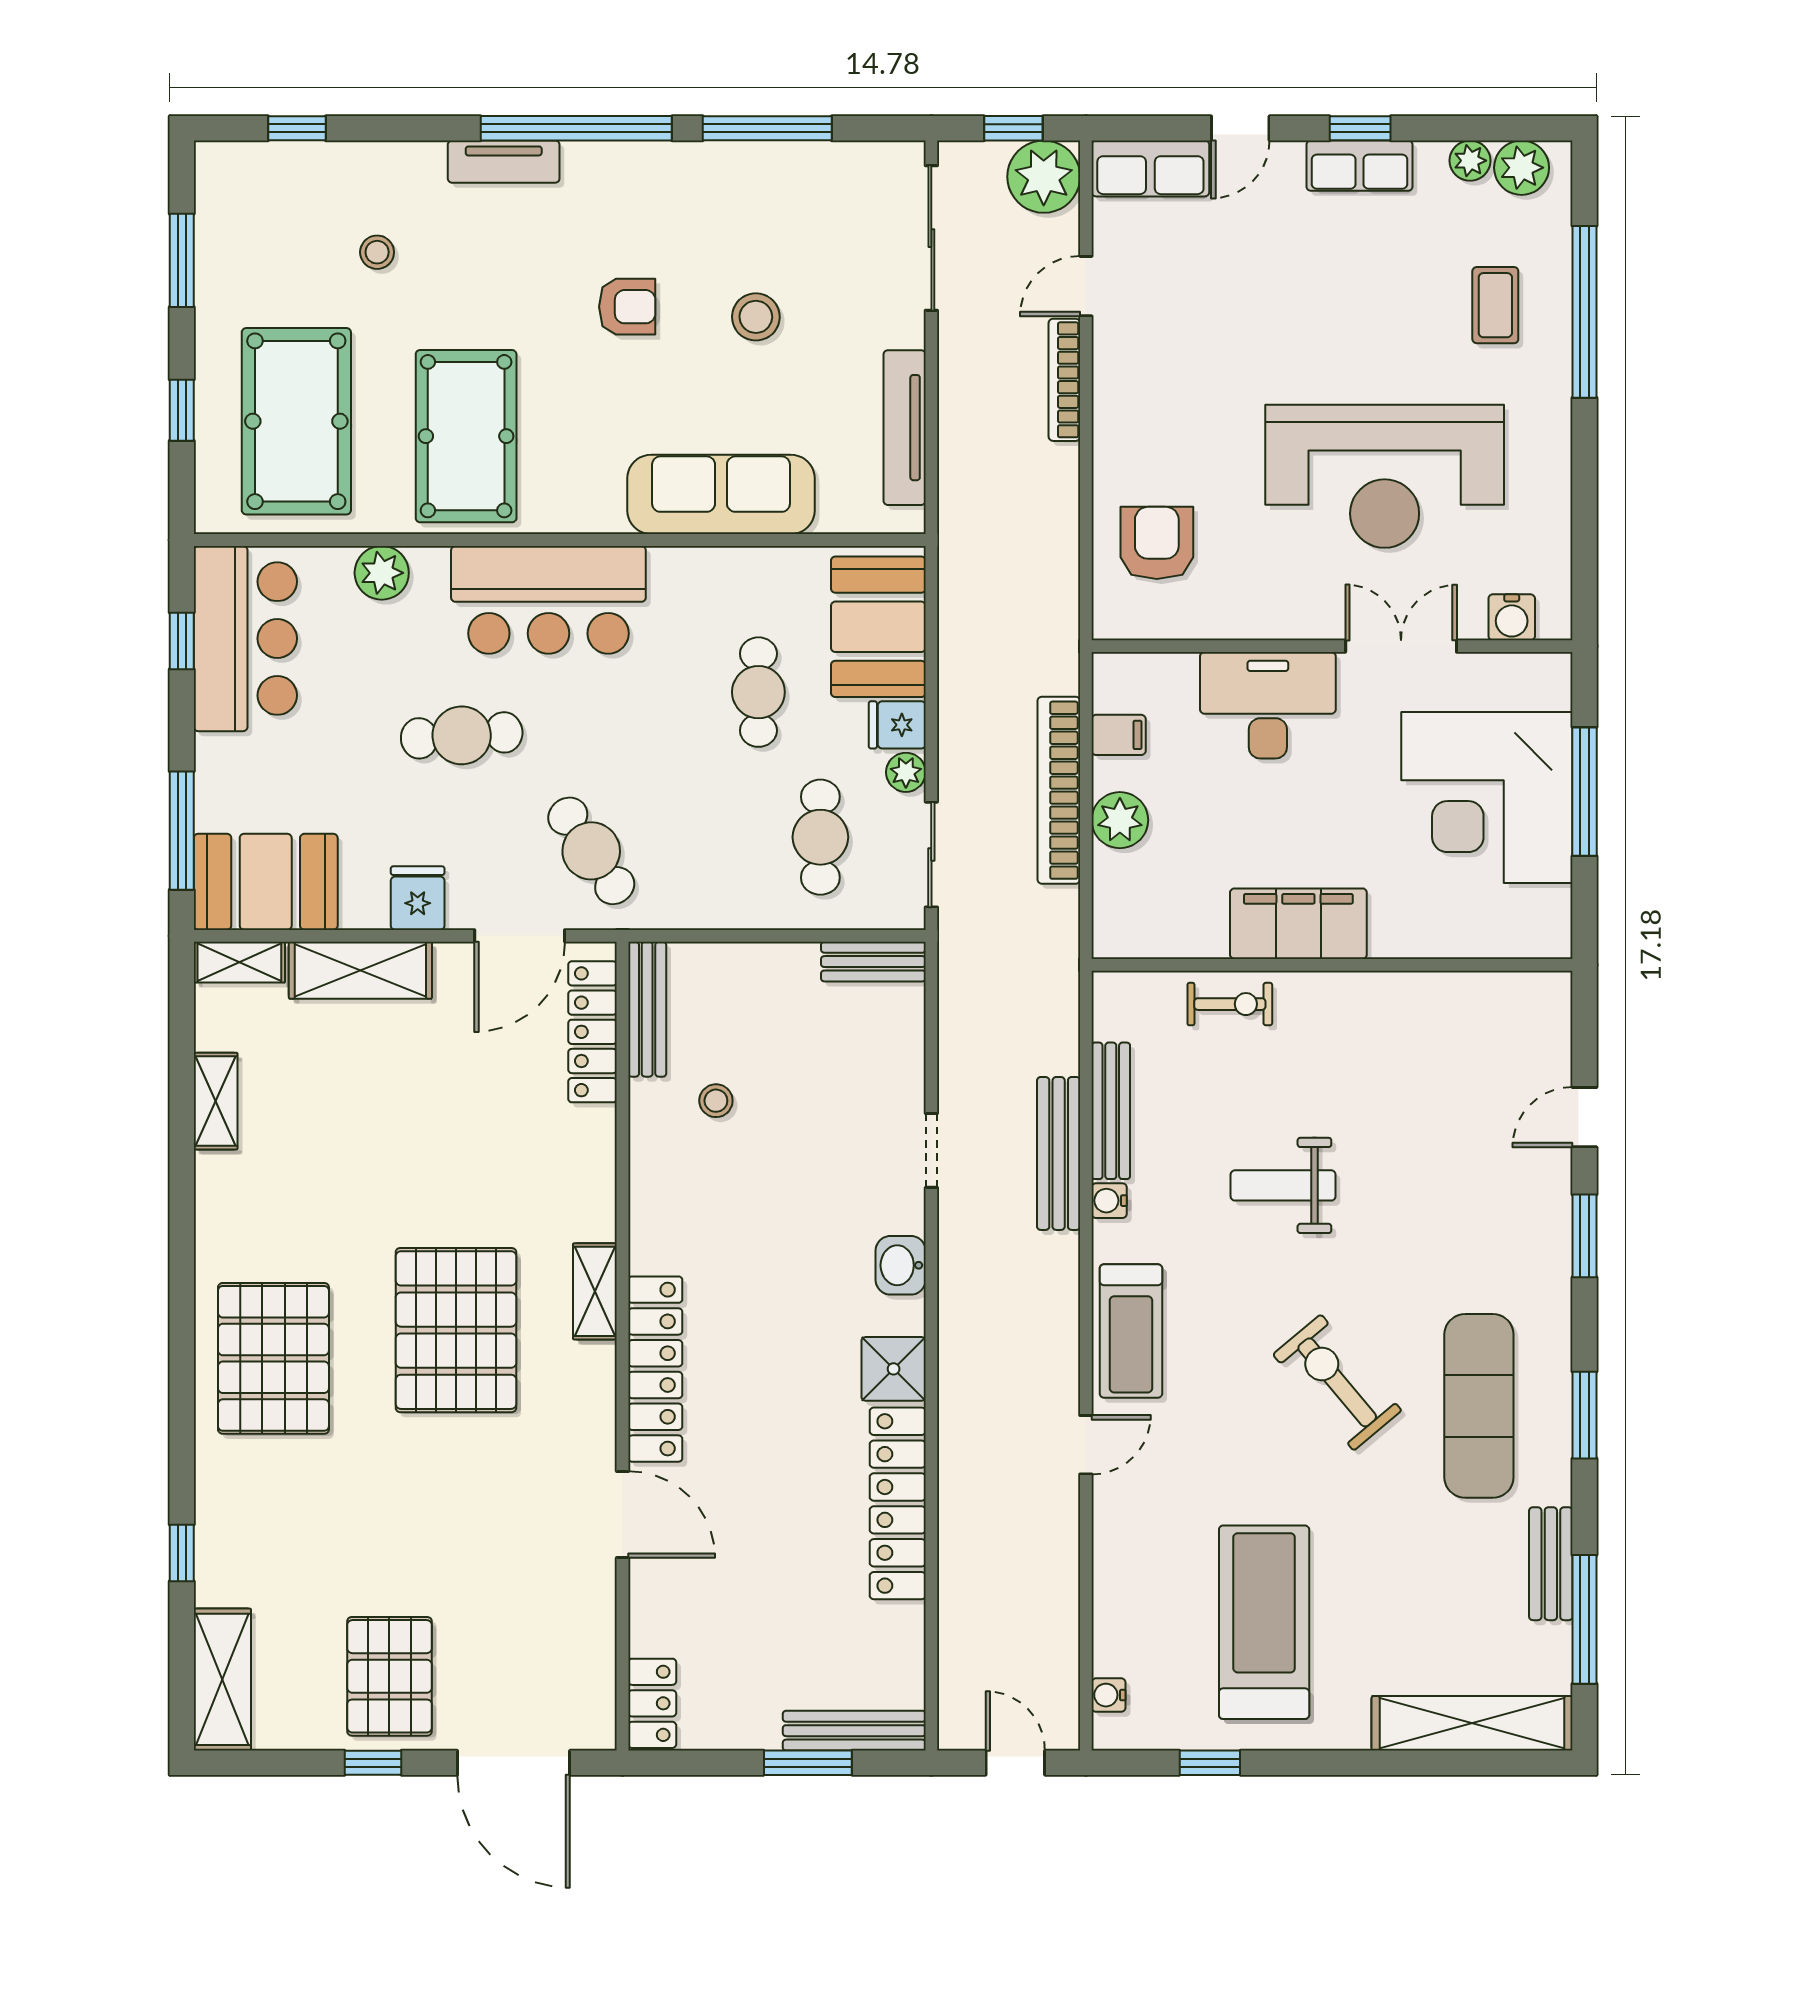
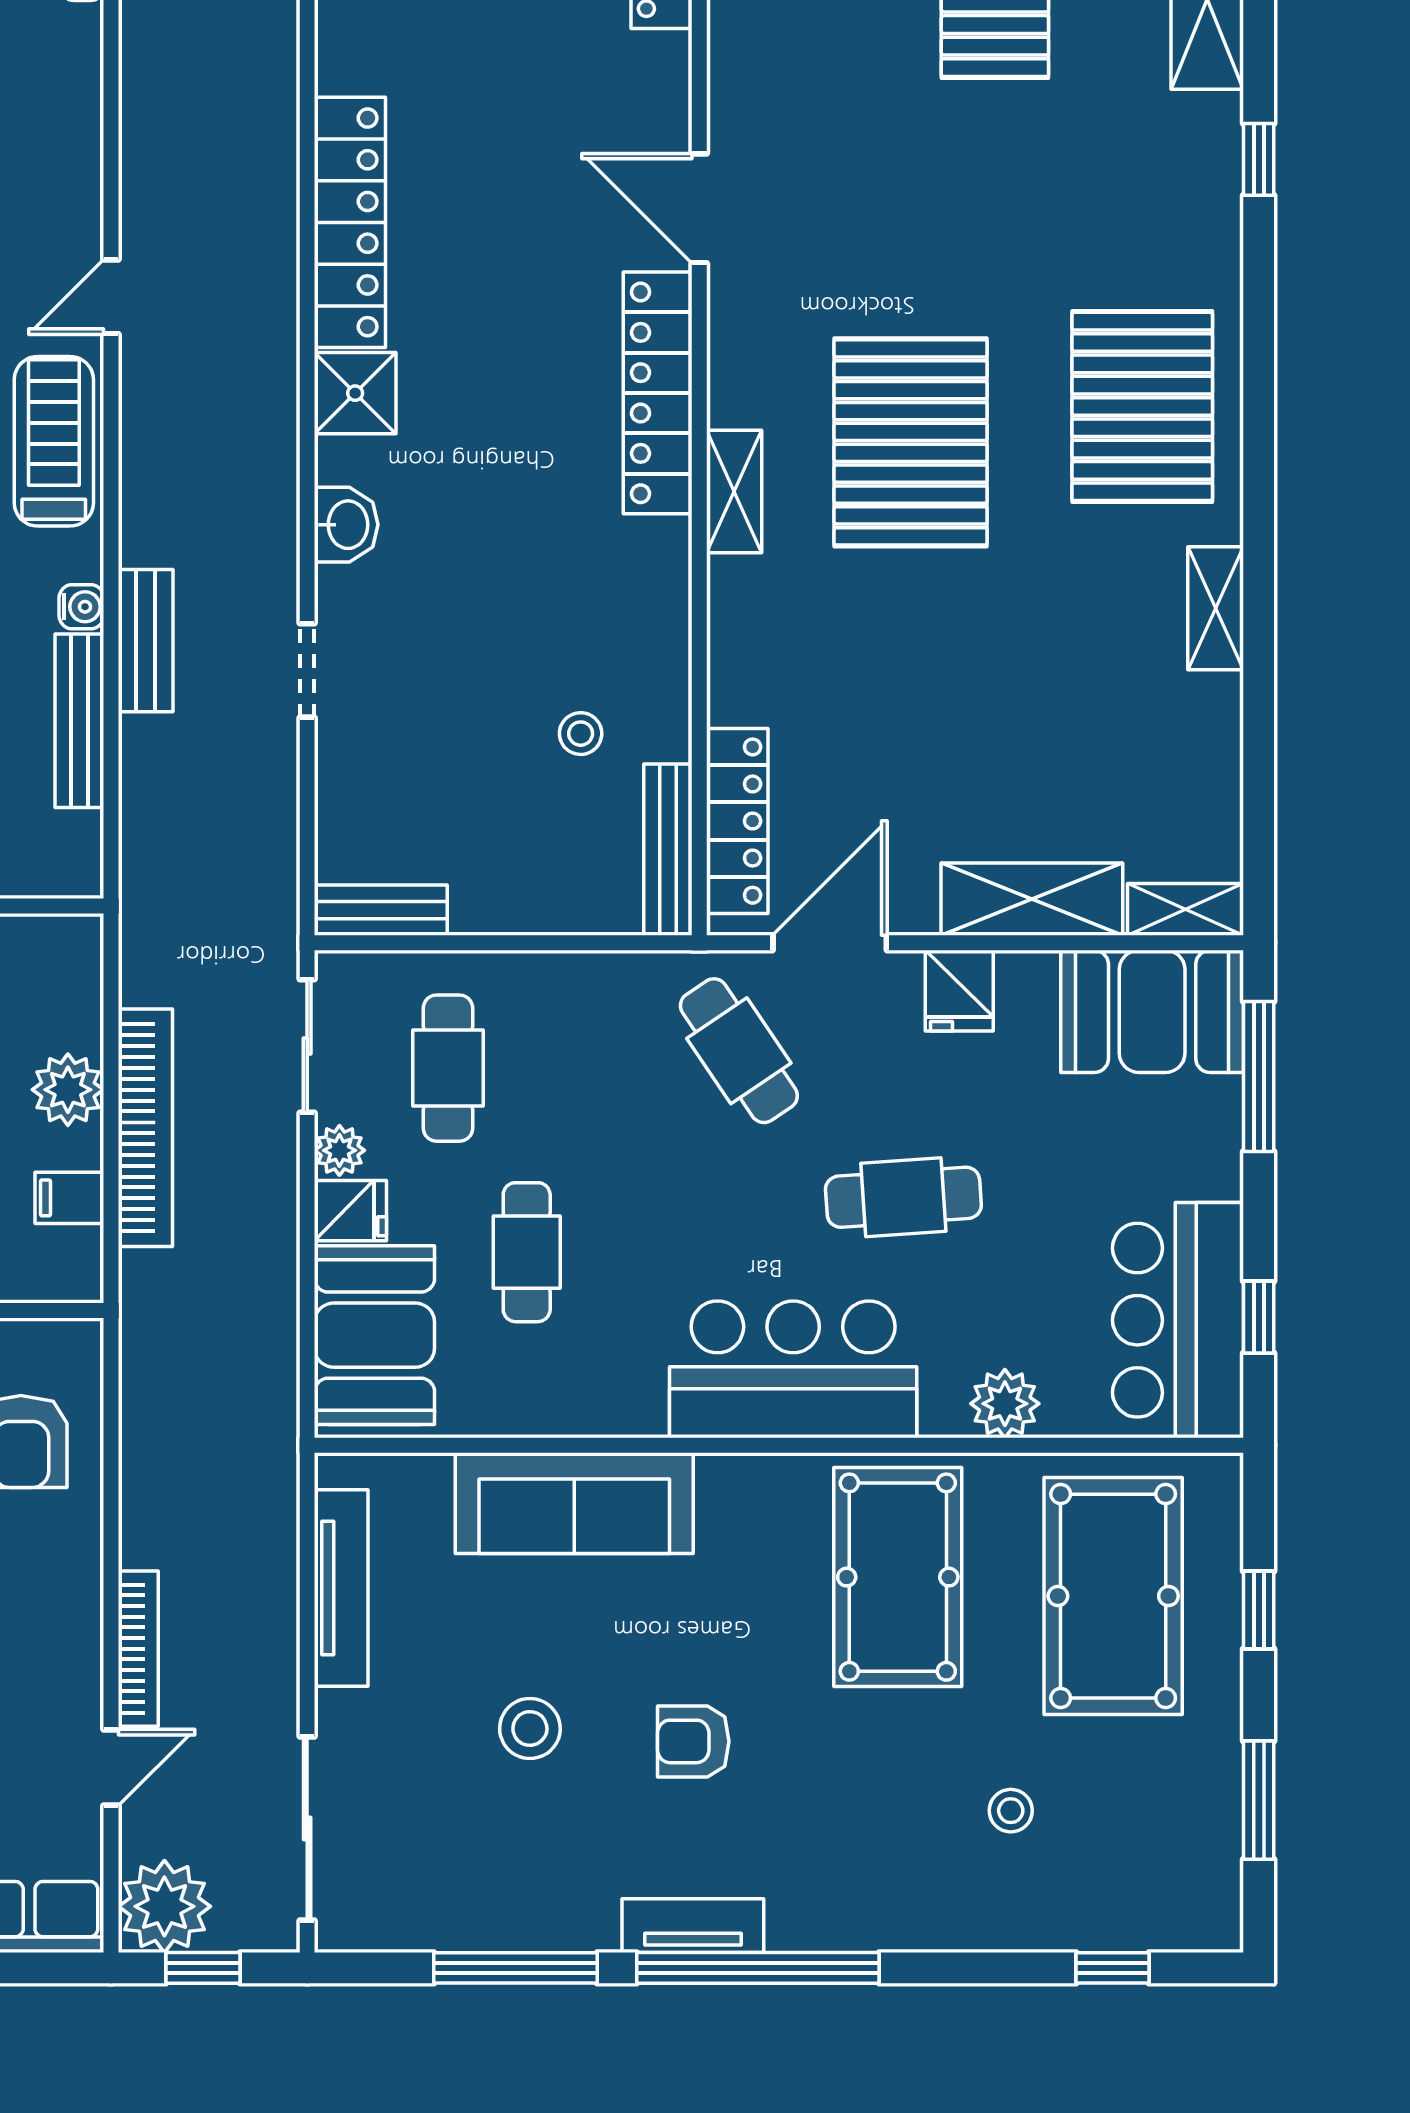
tv unit: (504, 162) -> (693, 1926), moved
shelving: (216, 1101) -> (1216, 608), moved
bench: (1059, 1153) -> (146, 641), width x0.73

